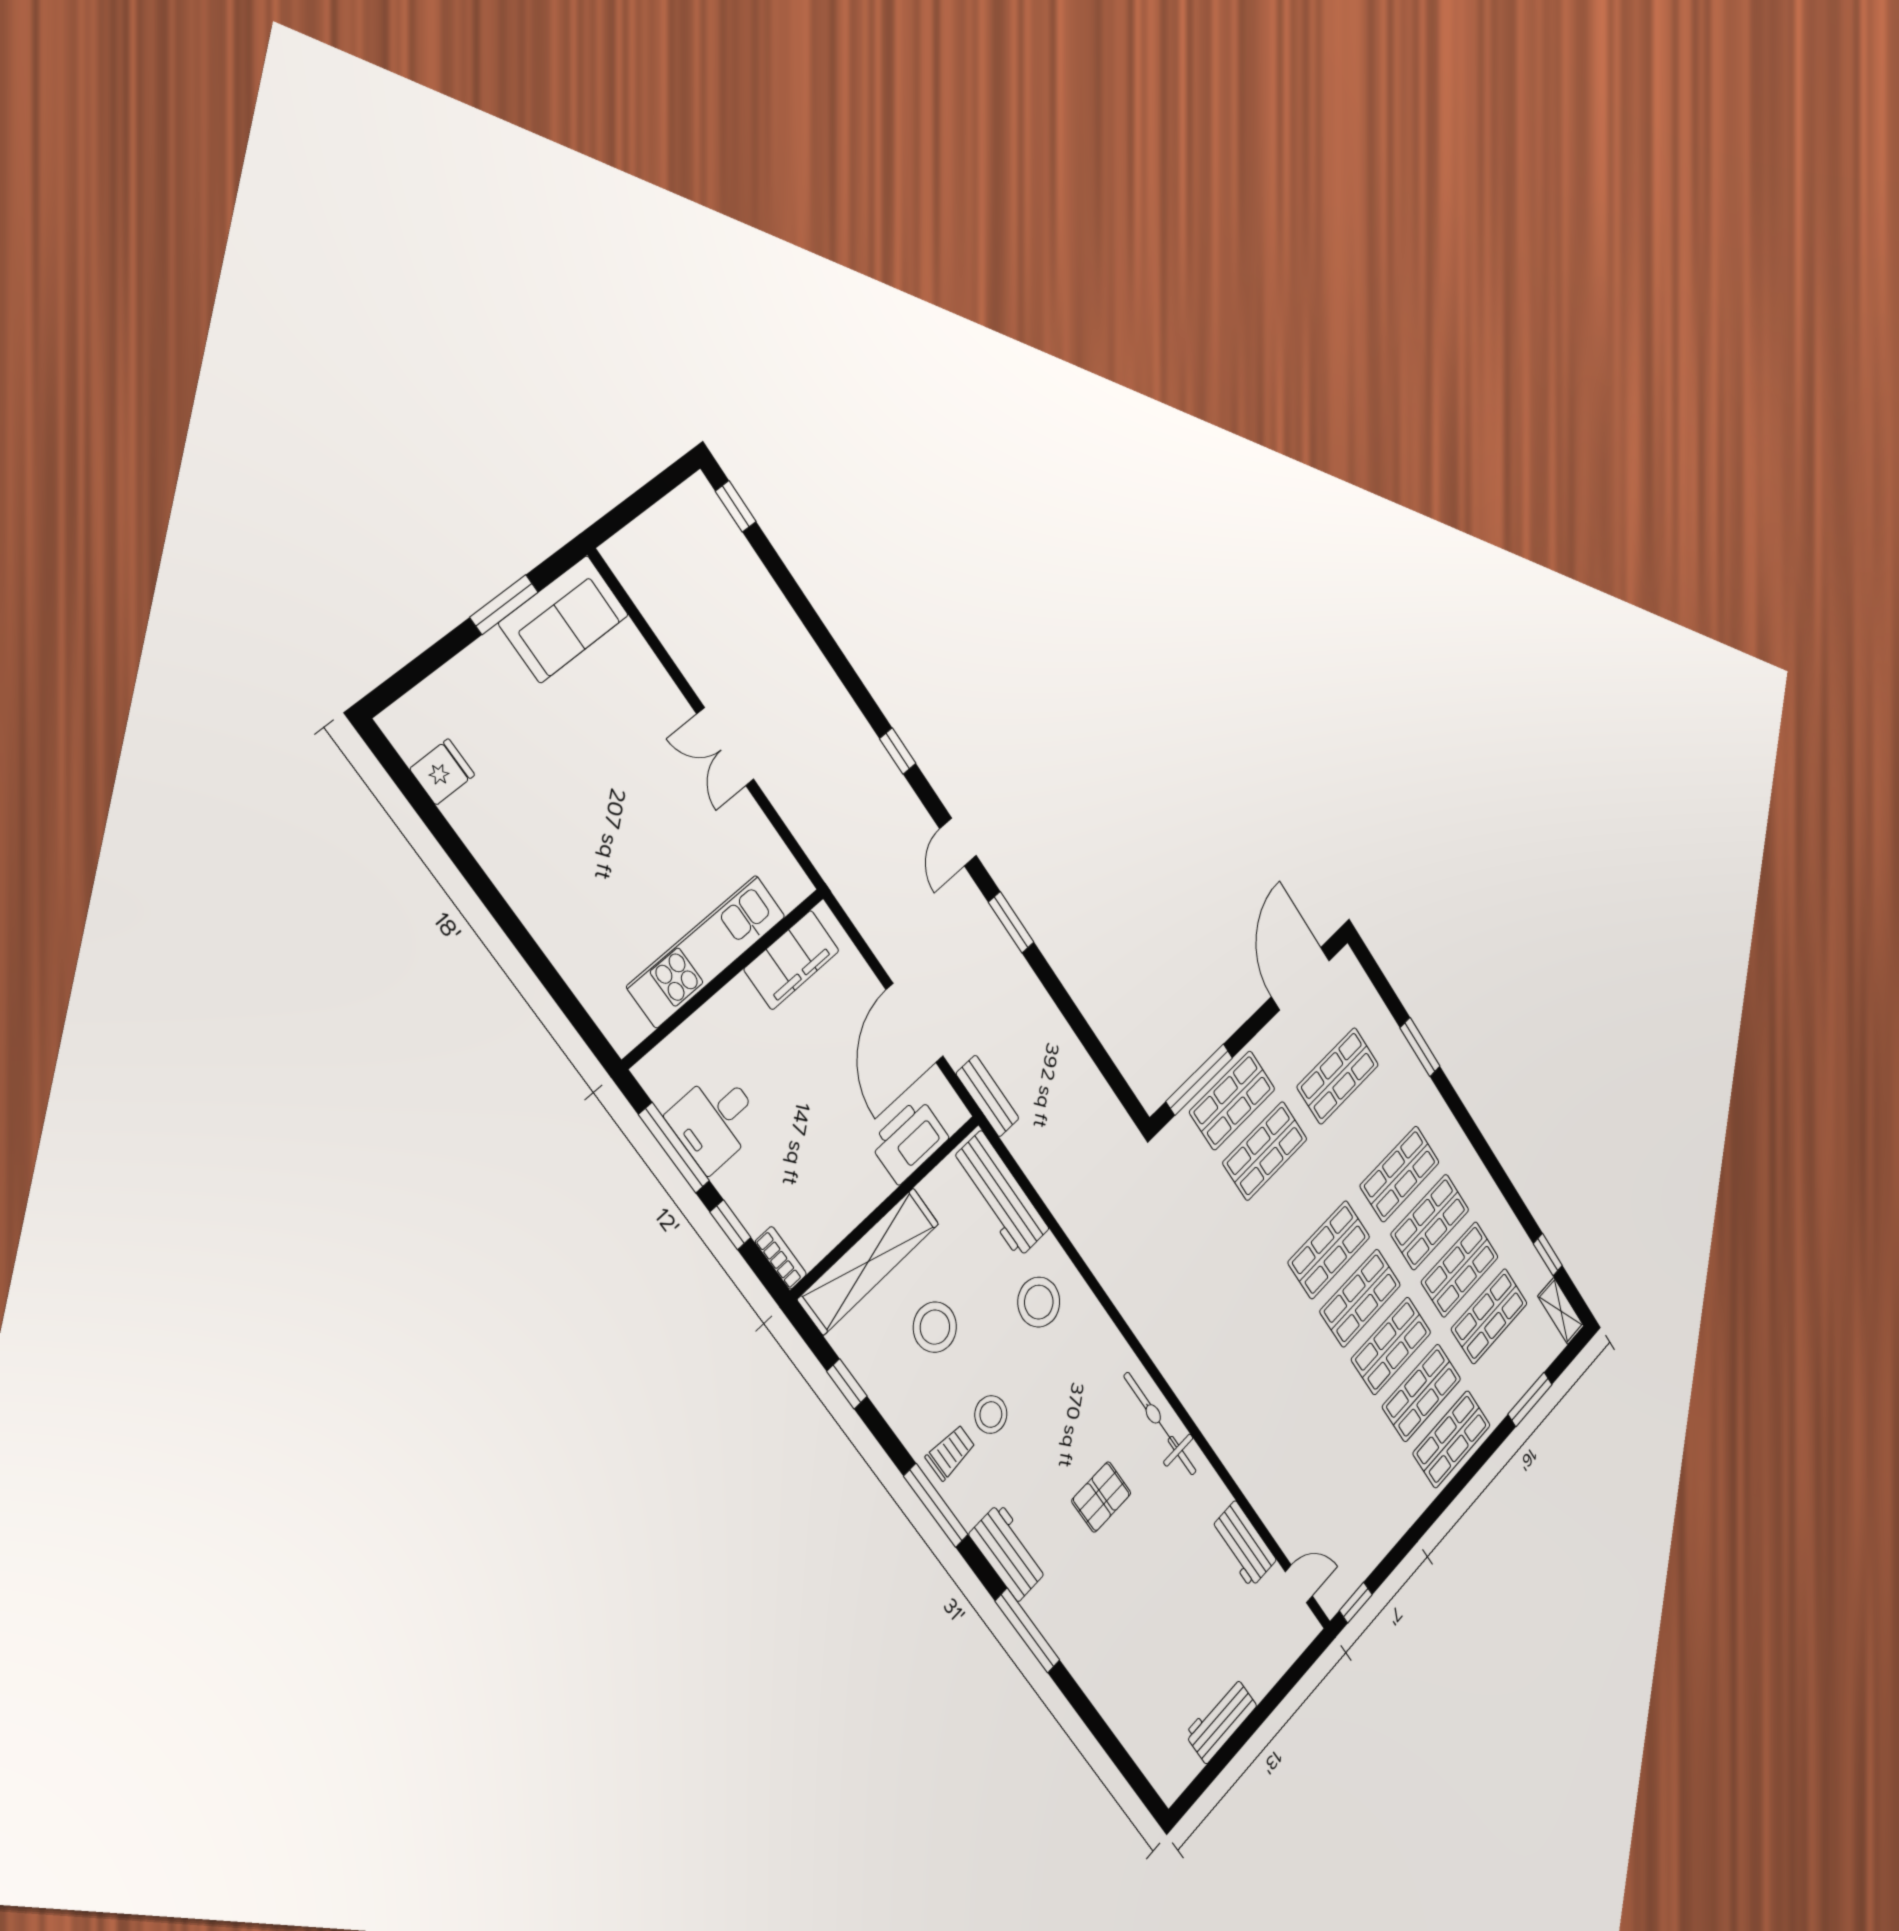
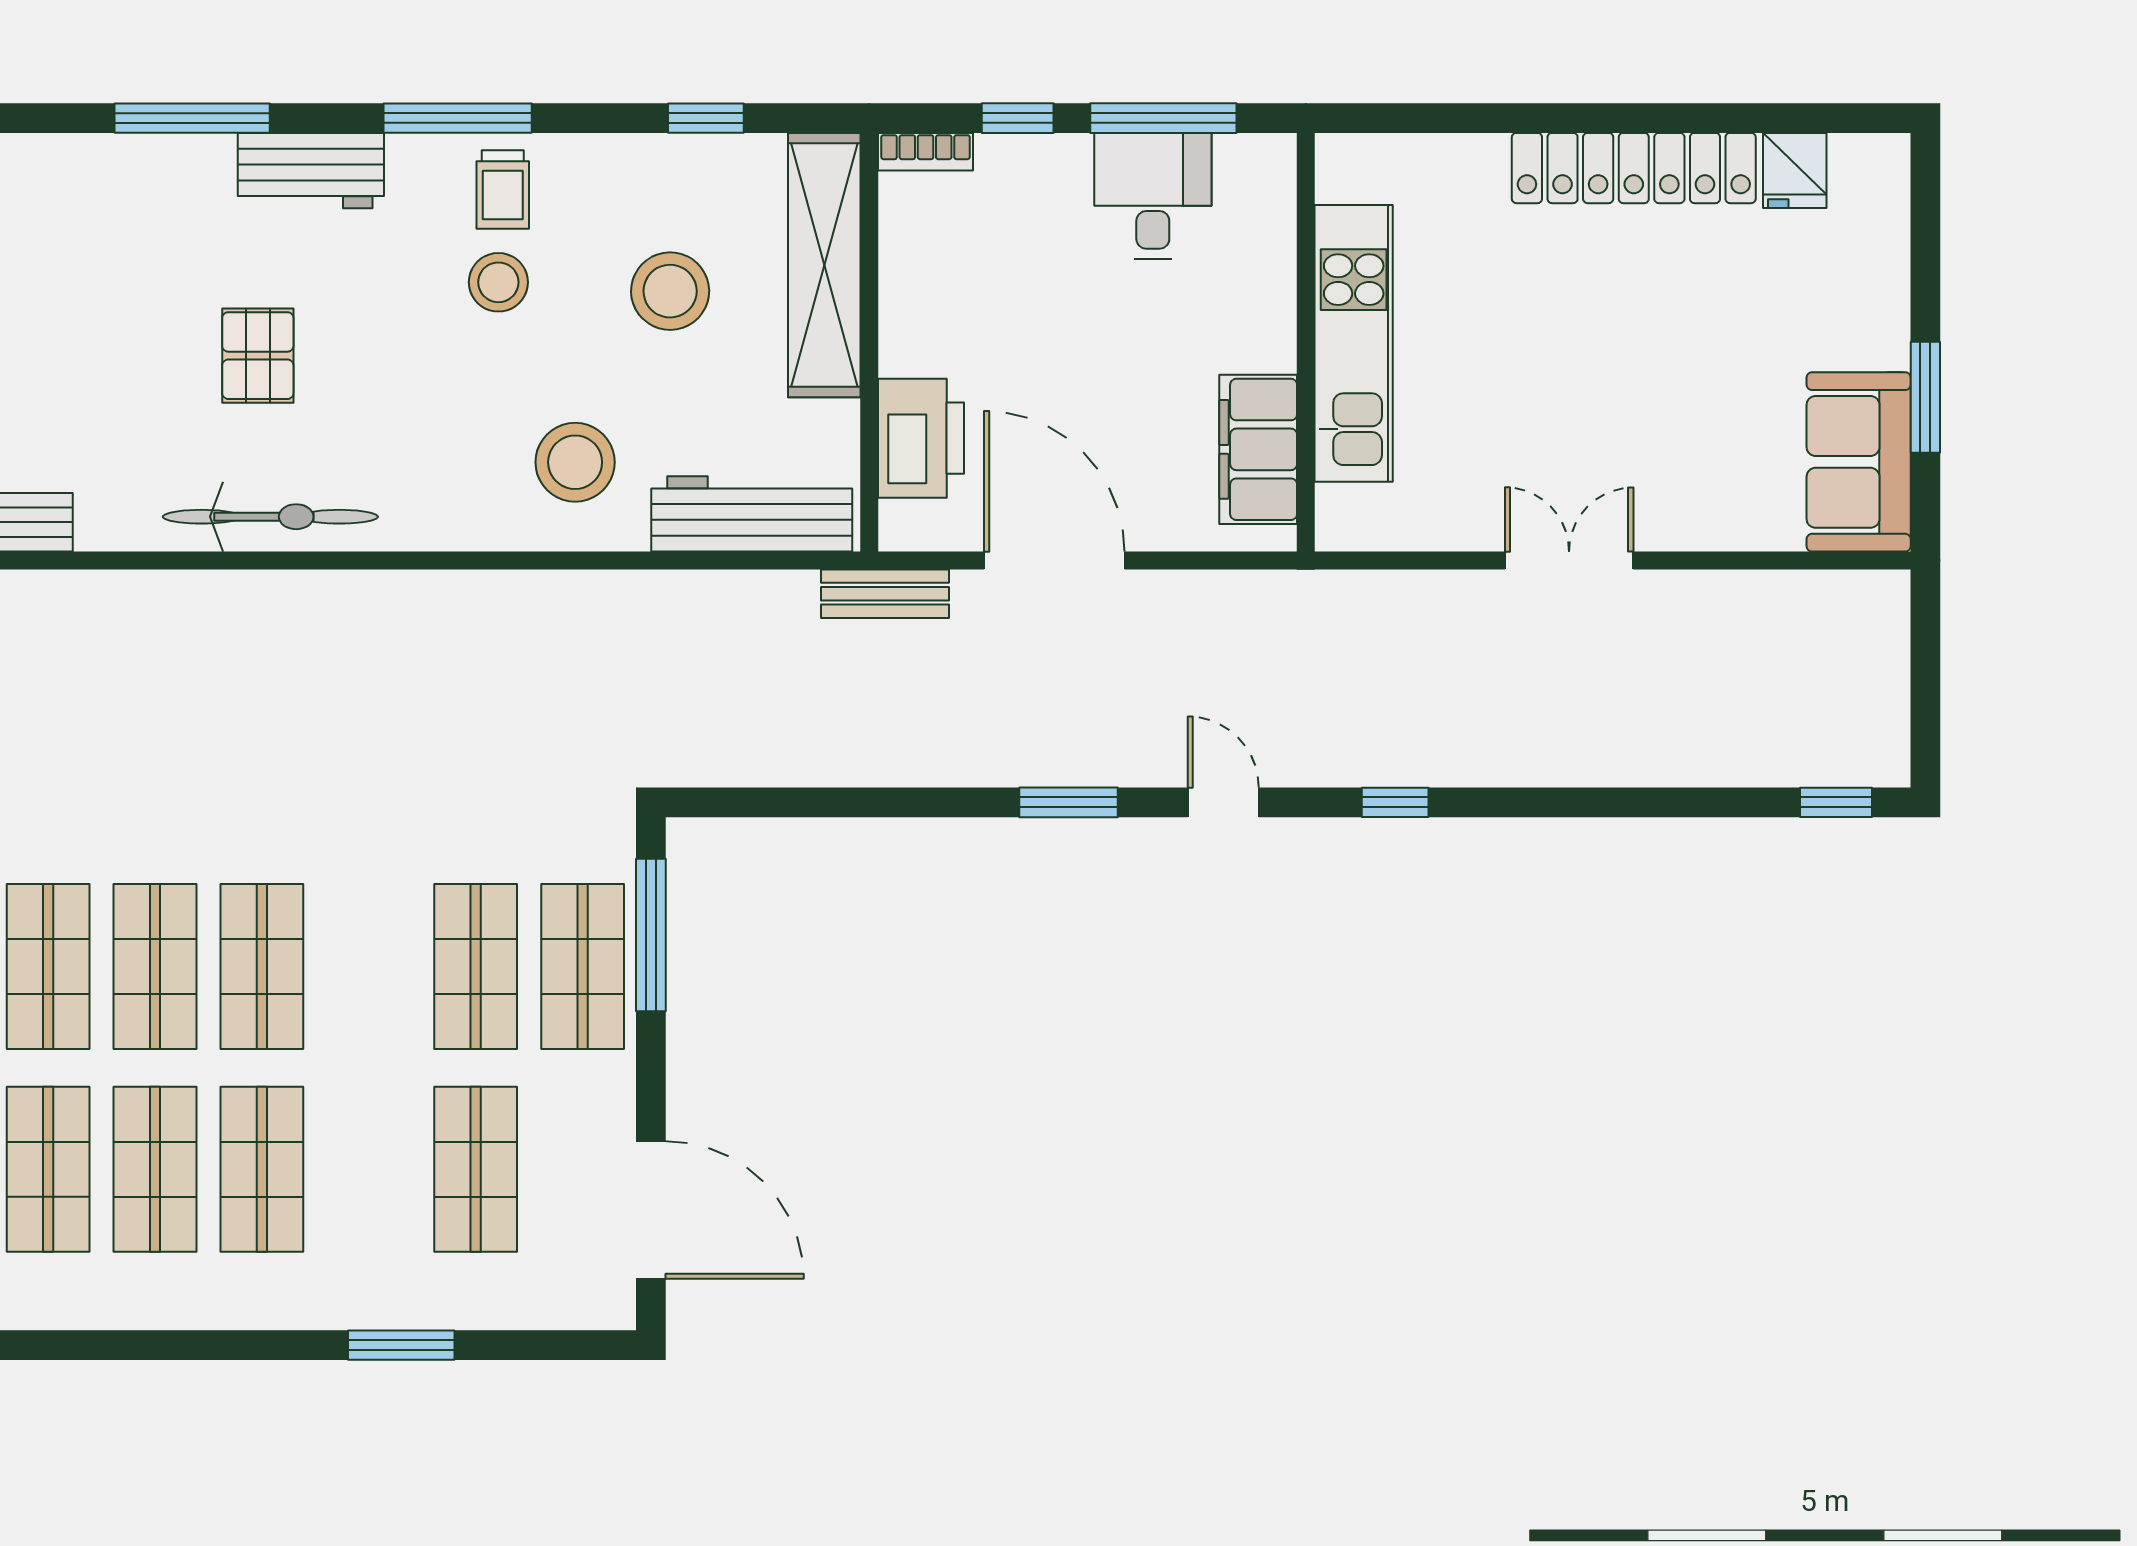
locker: (509, 866) -> (1634, 168), added

